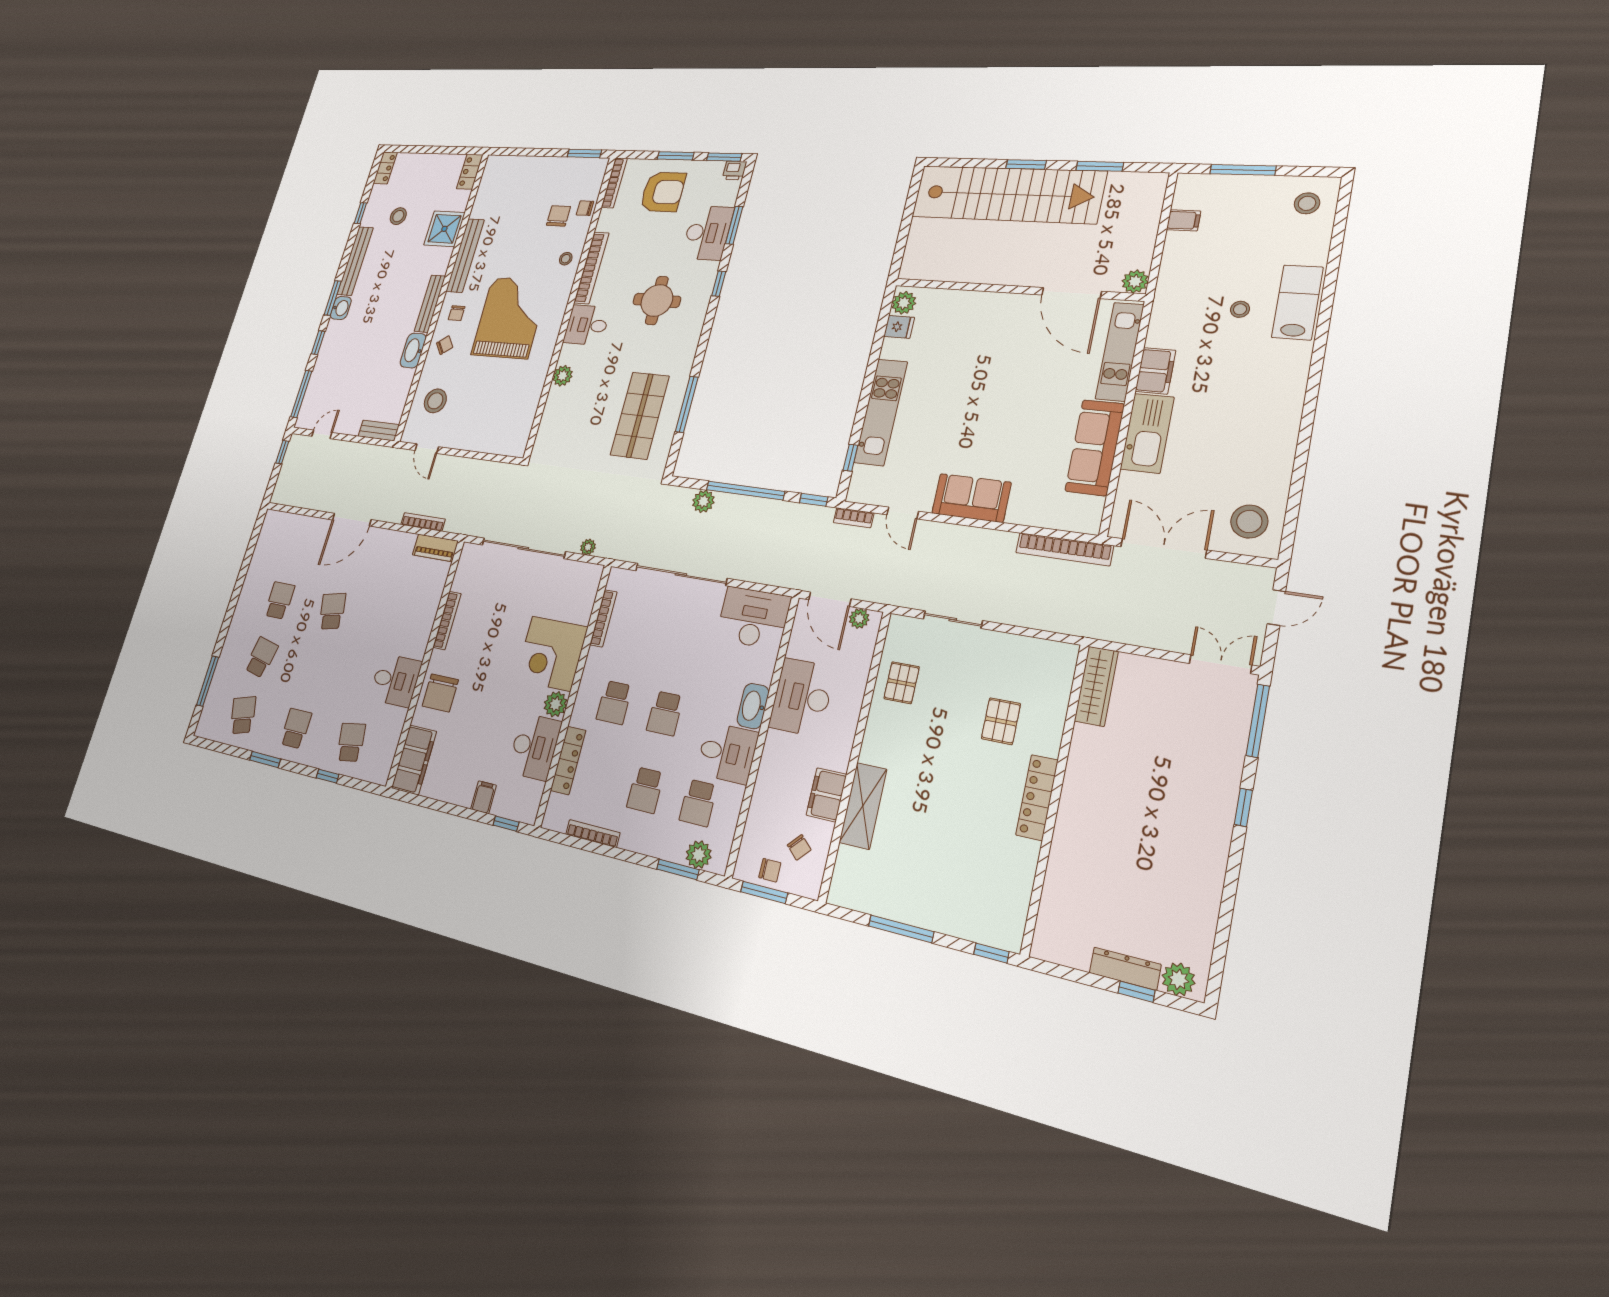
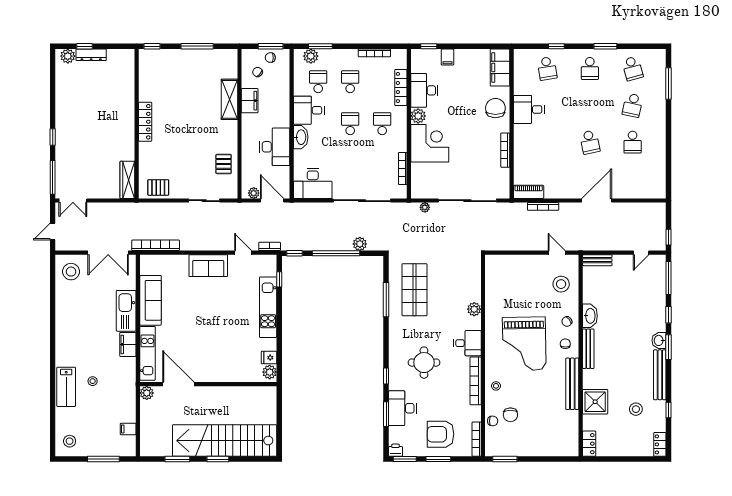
pallet: (1001, 721) -> (158, 187), moved, turned 90

